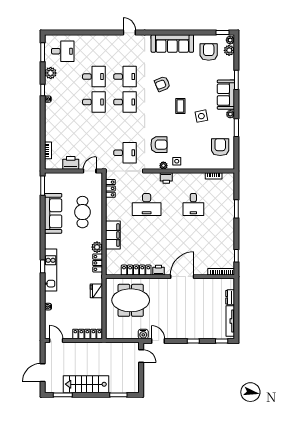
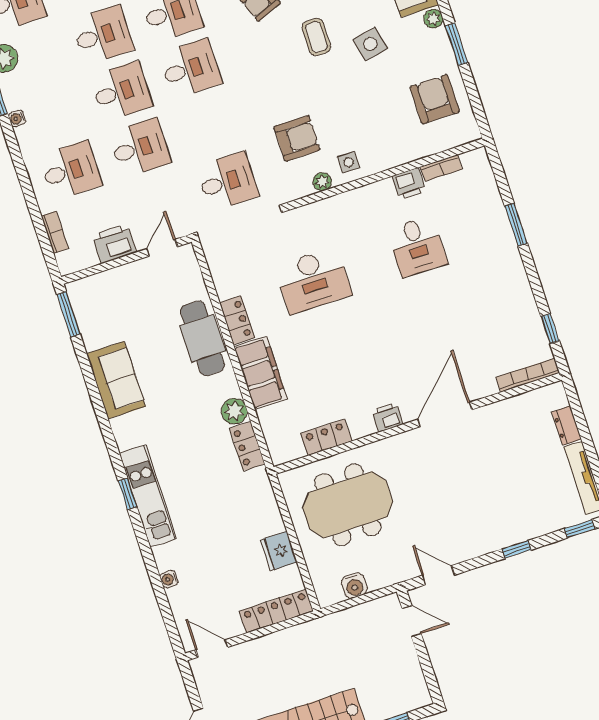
desk: (63, 127) -> (71, 170), added
desk: (94, 127) -> (140, 148), added
printer: (166, 178) -> (409, 184), moved
locker: (110, 188) -> (237, 320), moved
cafe table: (82, 212) -> (202, 338), moved
sofa: (53, 213) -> (116, 380), width x0.73
locker: (136, 270) -> (326, 437), width x0.66
fridge: (96, 291) -> (279, 551), moved
water cooler: (143, 334) -> (354, 586), moved

